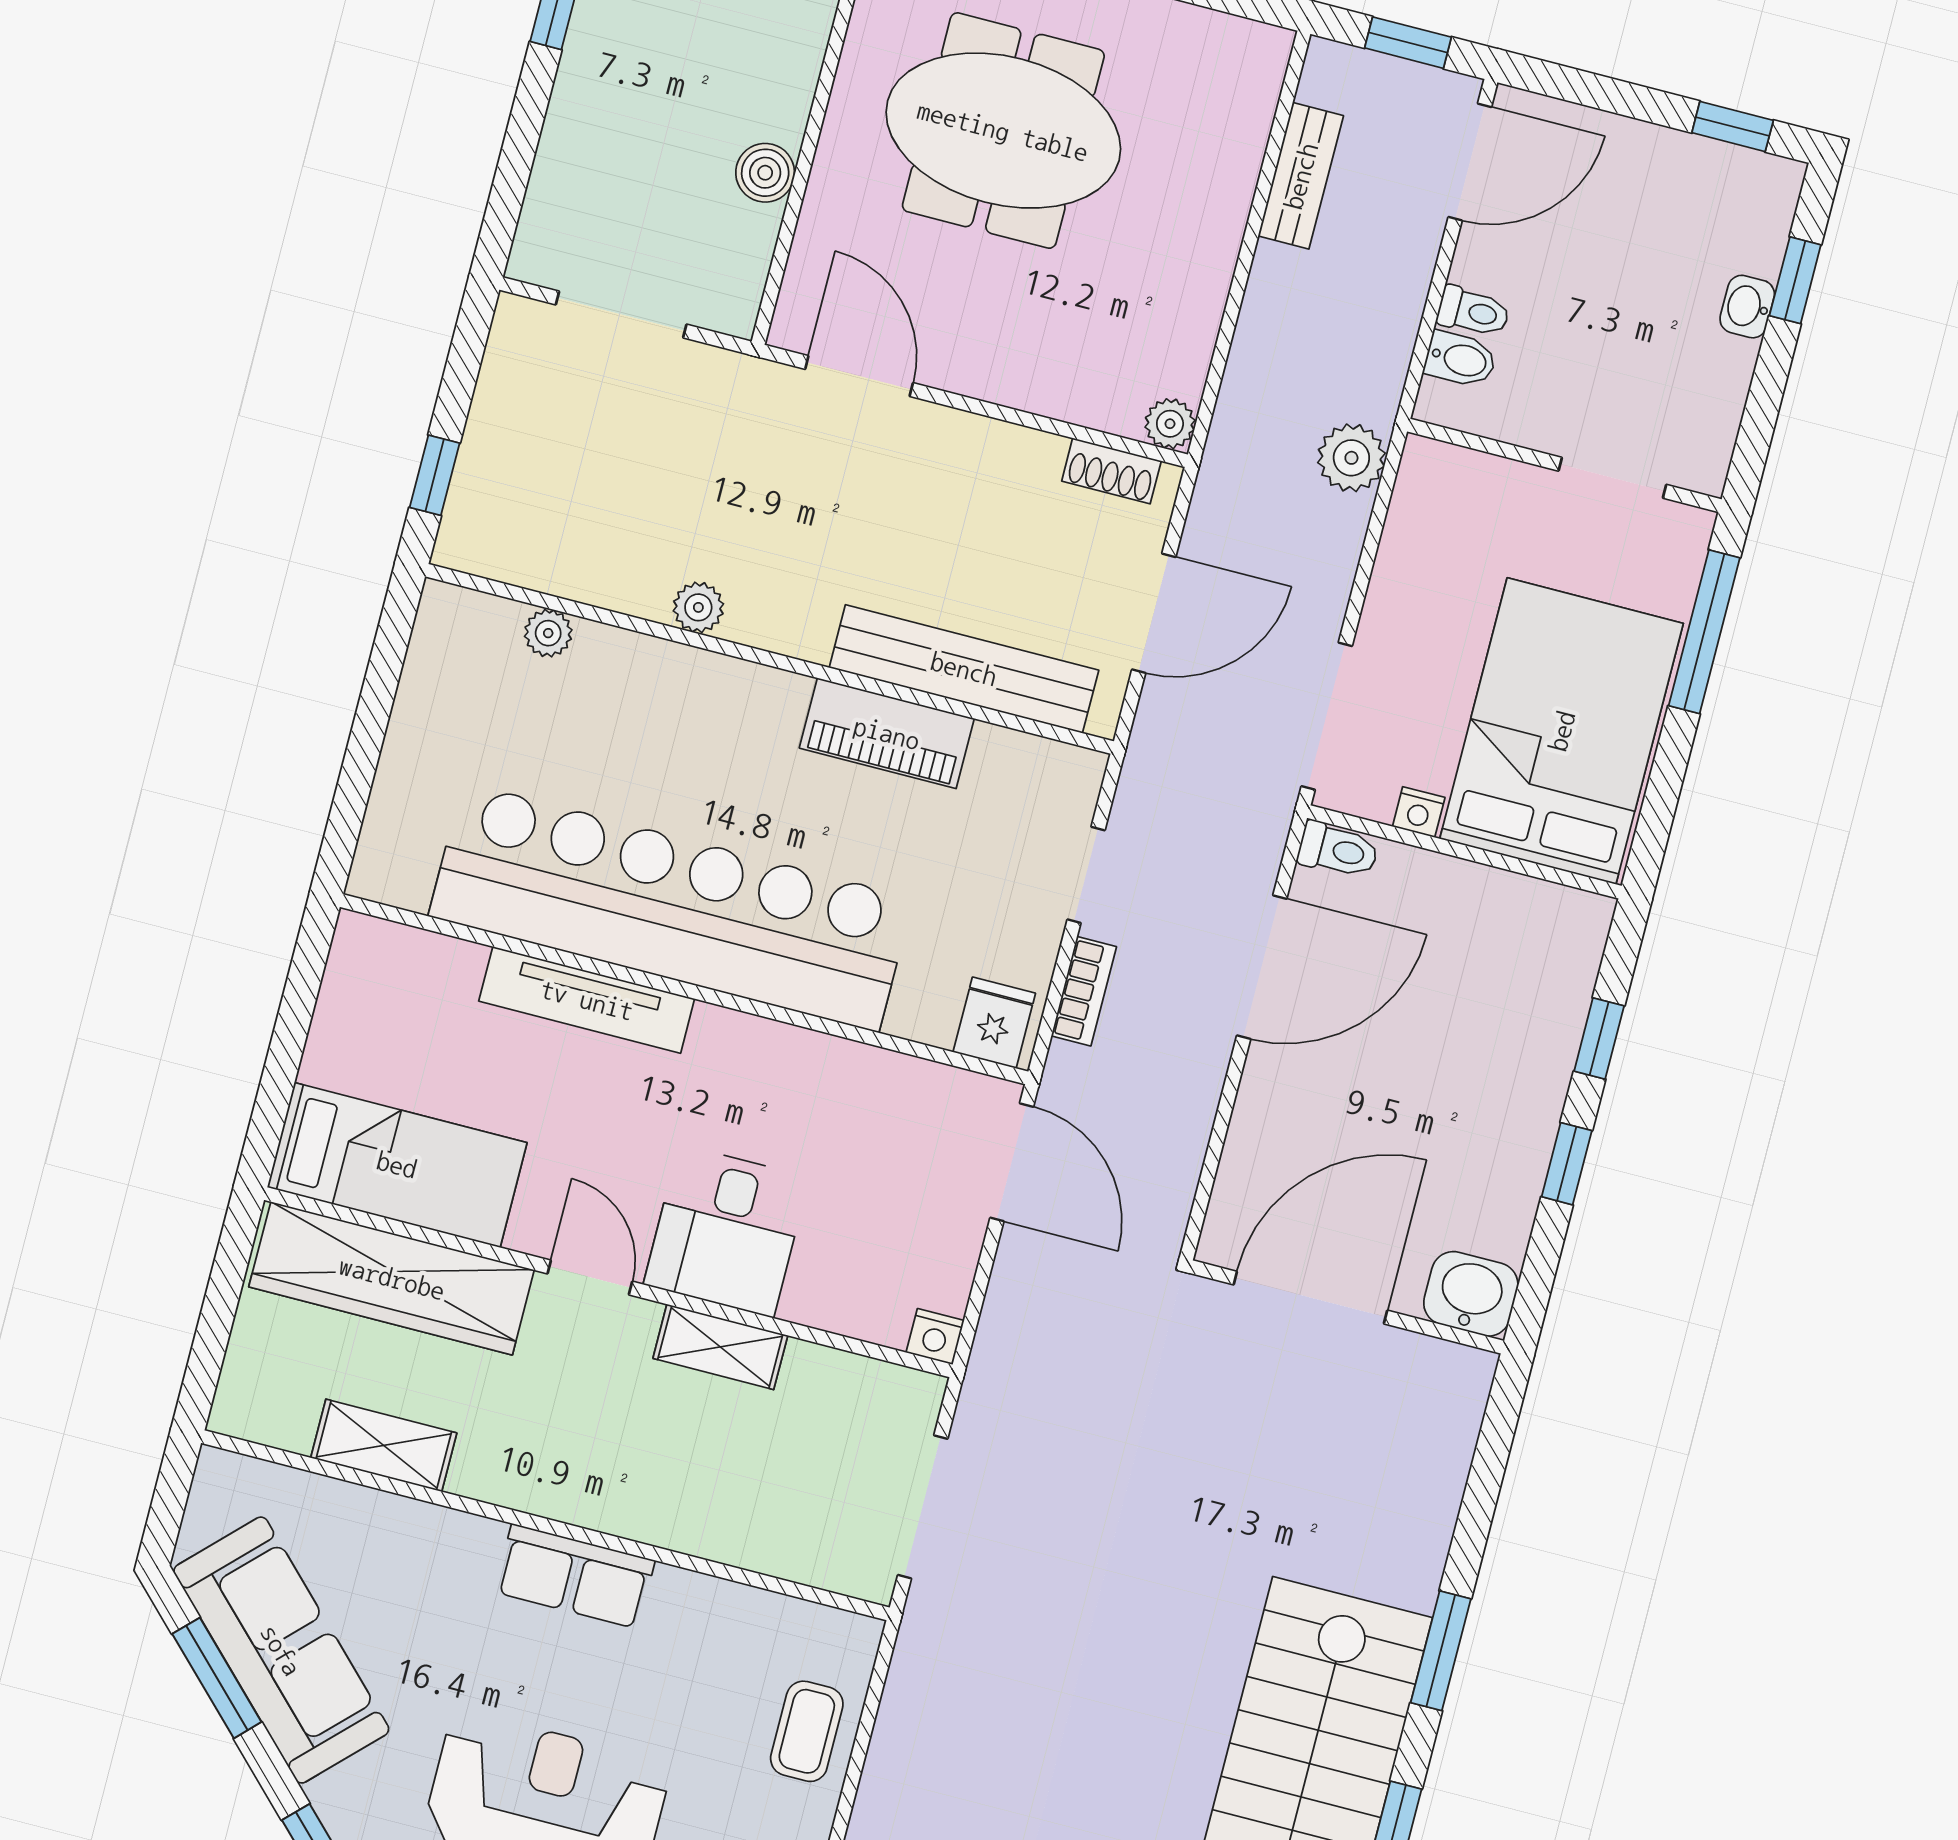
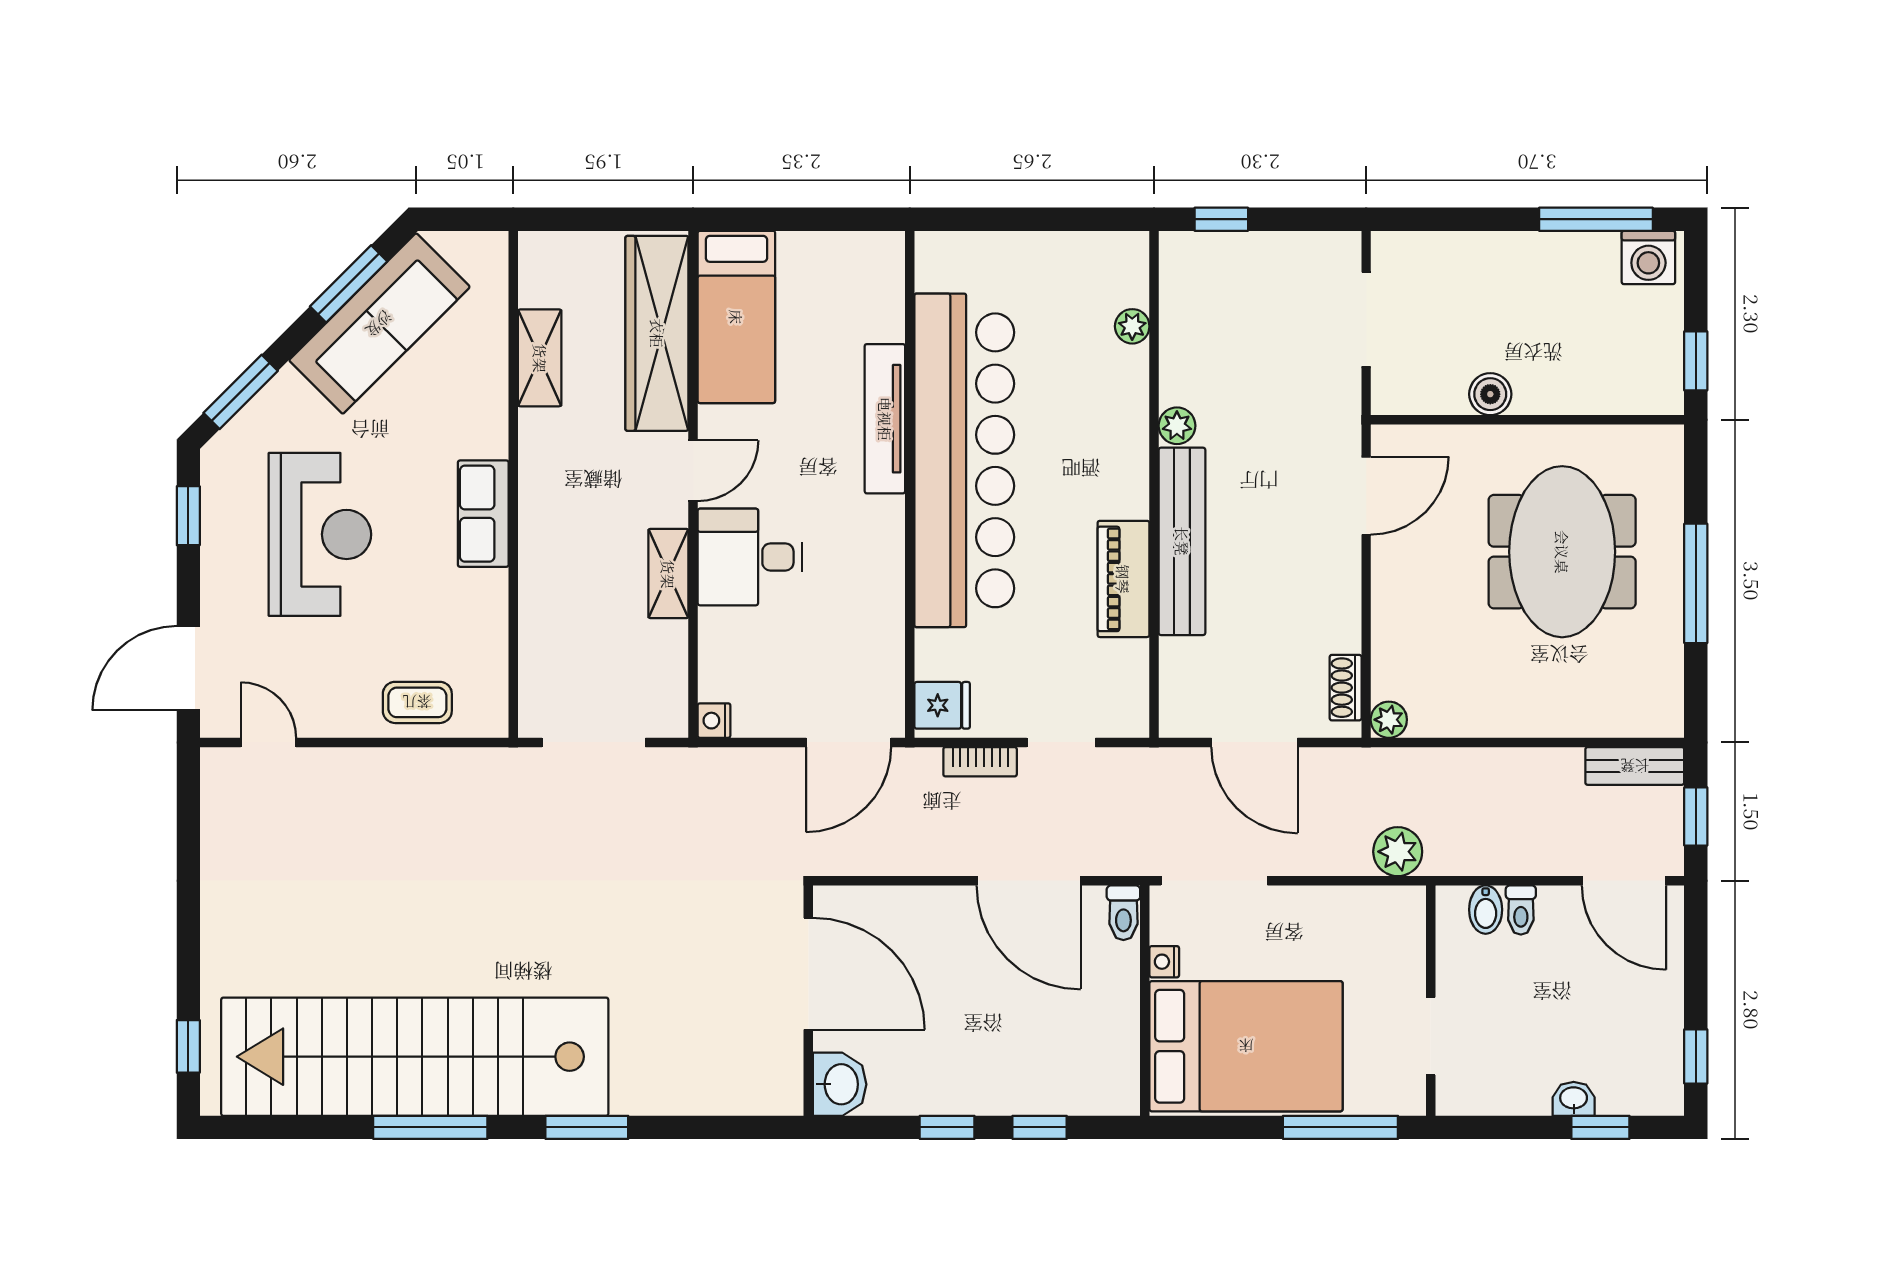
bench: (1301, 176) -> (1635, 766), moved
bench: (964, 669) -> (1182, 541), moved

